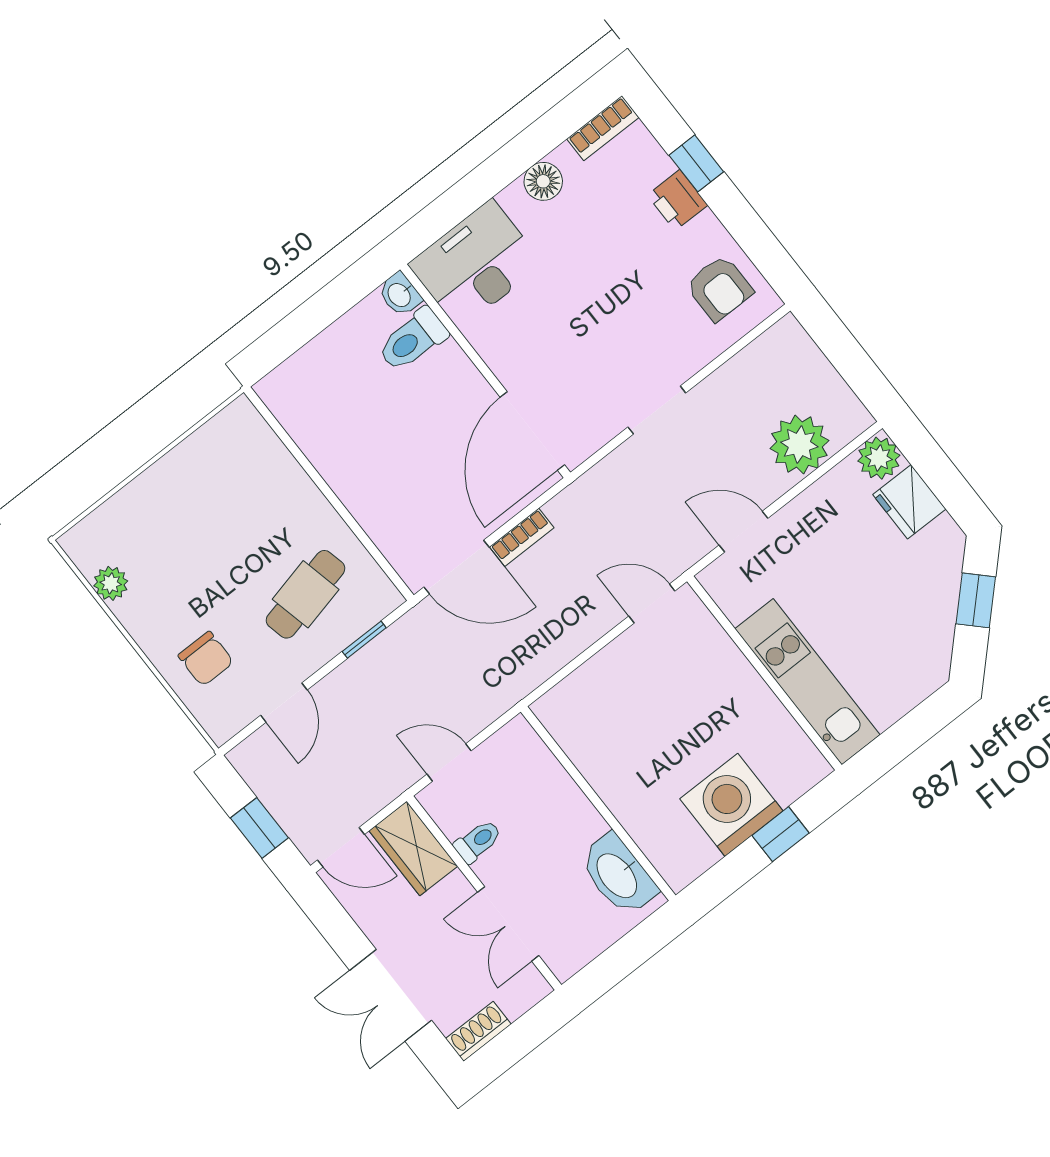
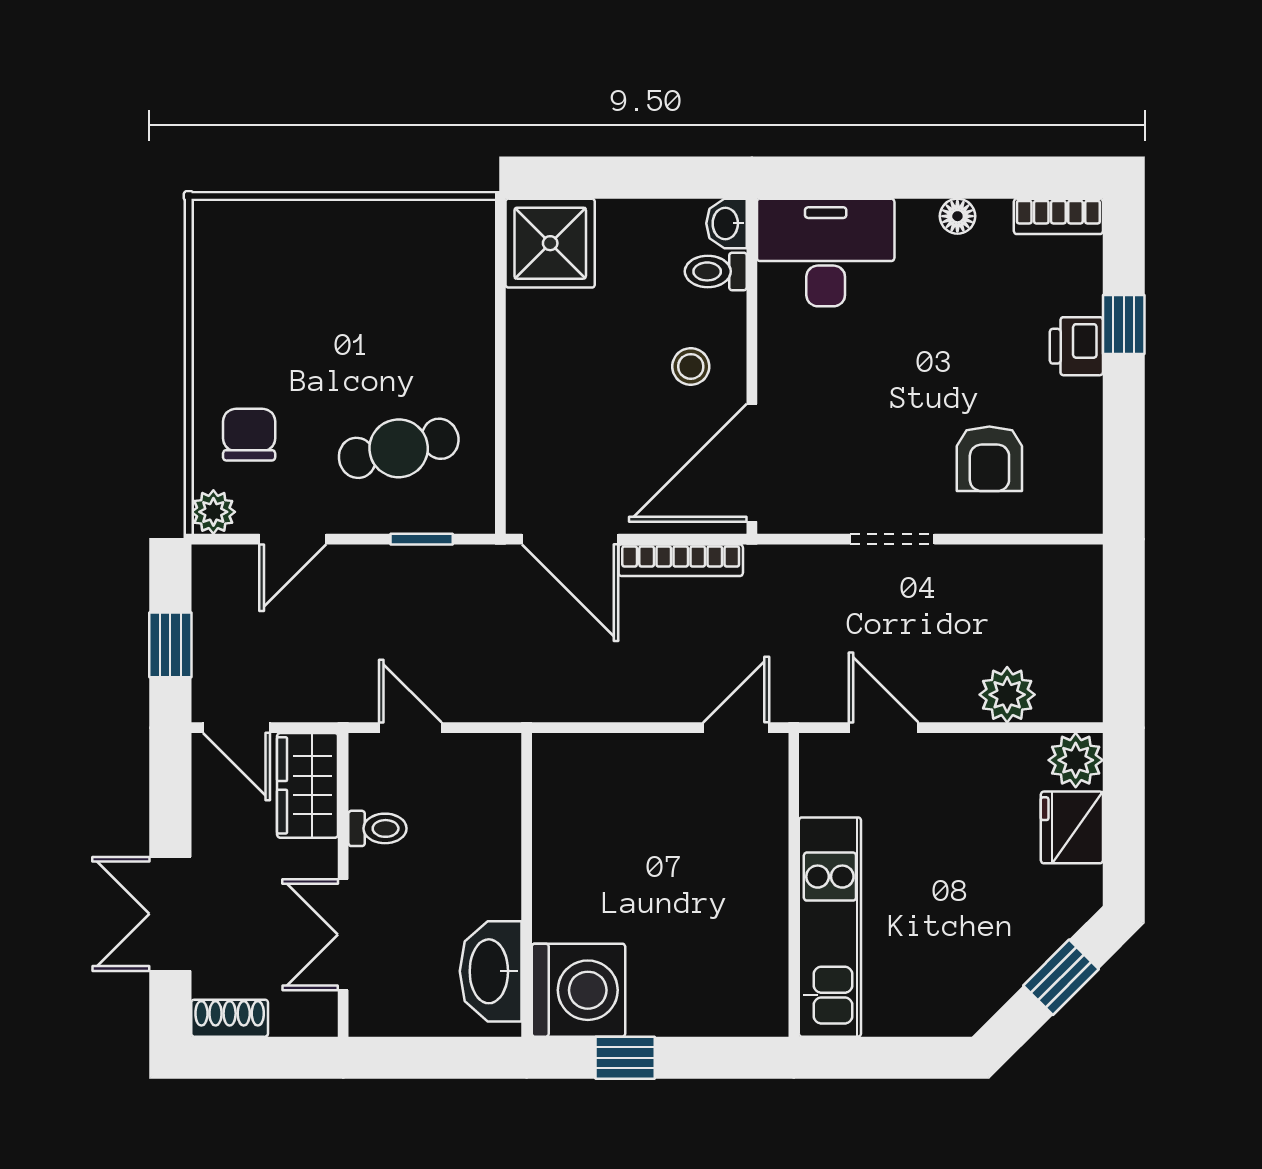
floor lamp: (543, 181) -> (957, 216), width x0.73, depth x0.73
armchair: (719, 288) -> (989, 459), moved
toilet: (413, 340) -> (716, 271), width x0.73, depth x0.72
shower: (300, 393) -> (550, 243), added
stool: (447, 401) -> (691, 366), added
plant: (799, 444) -> (1007, 695), width x0.73, depth x0.73
bookcase: (522, 537) -> (681, 560), width x1.56
plant: (111, 583) -> (213, 512), moved
door: (652, 603) -> (736, 728), hinge flipped
chair: (206, 659) -> (249, 435), turned 180
washing machine: (731, 805) -> (578, 990), moved, turned 90
window: (781, 834) -> (625, 1058), moved

